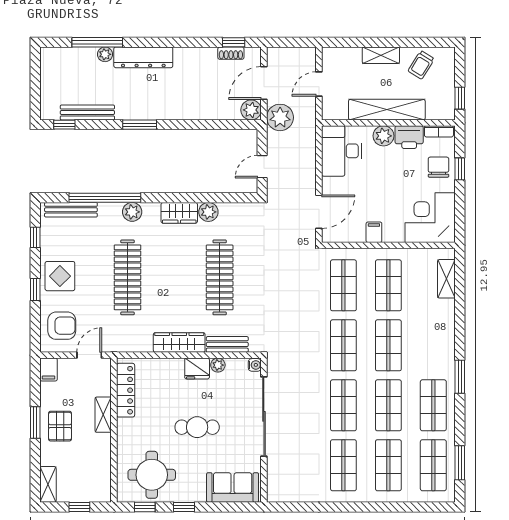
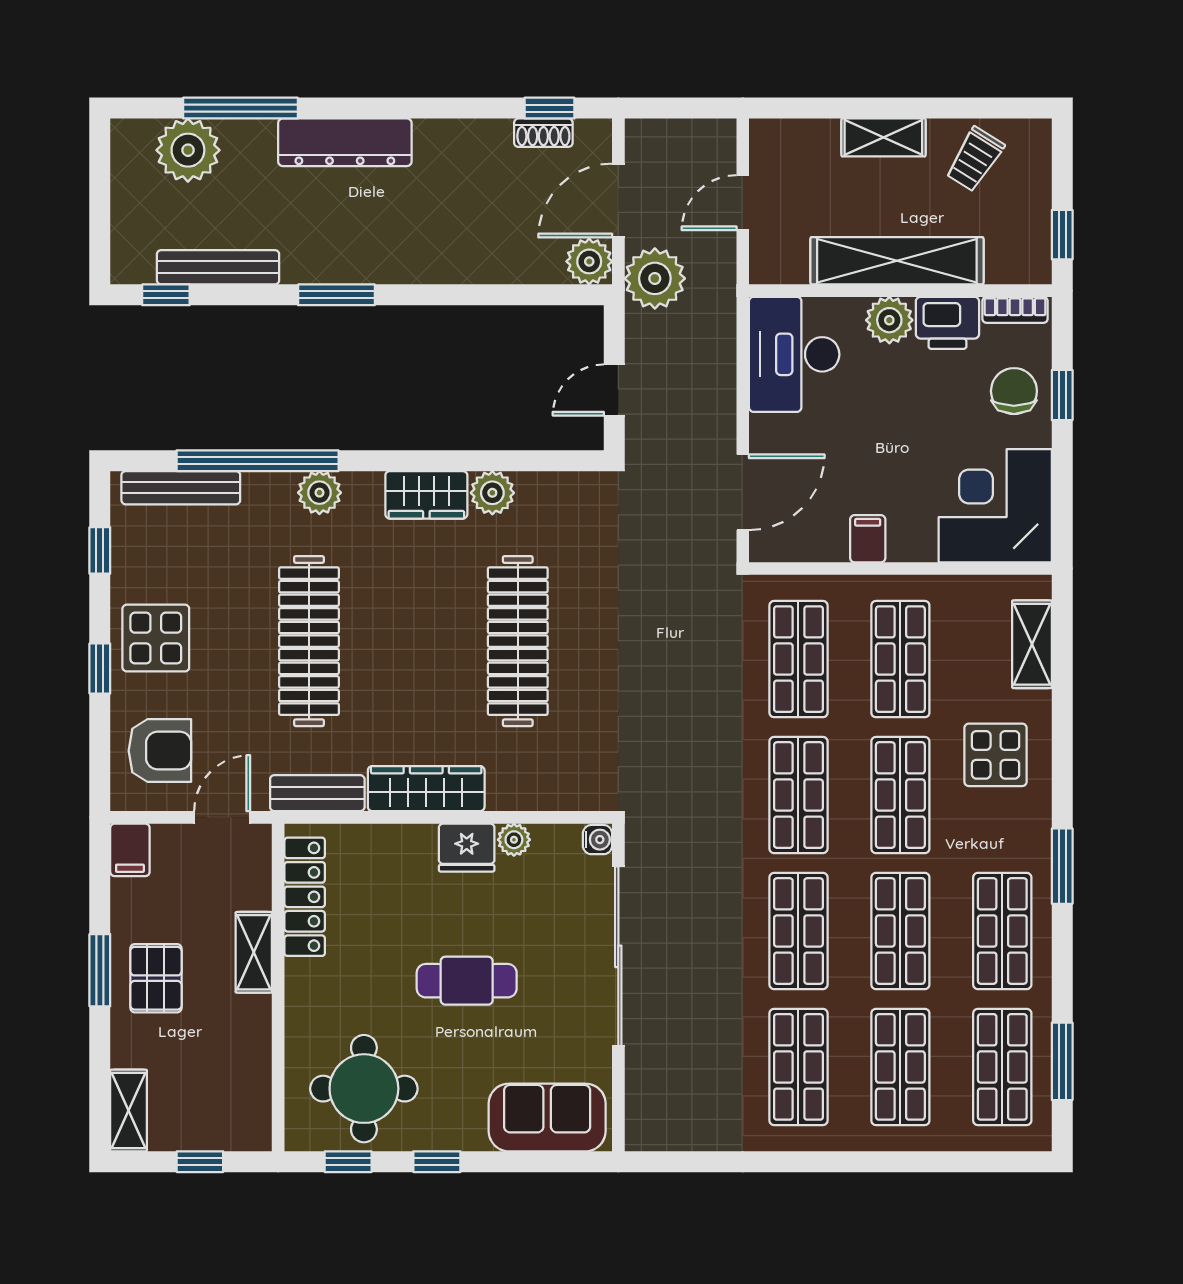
plant: (105, 54) -> (188, 150), moved, width x1.87, depth x1.87
display table: (430, 328) -> (996, 755), added
bench: (227, 344) -> (317, 793), moved

